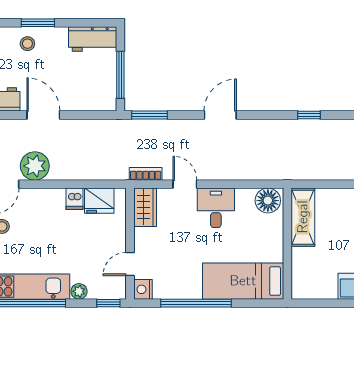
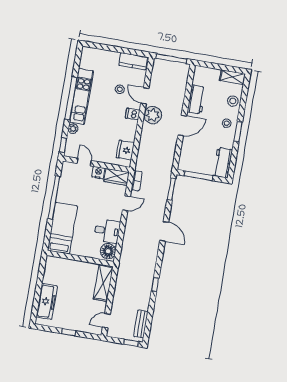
dishwasher: (75, 199) -> (133, 114), moved
desk: (216, 208) -> (107, 231), moved
shelving: (303, 217) -> (103, 283), moved, turned 90
nightstand: (143, 289) -> (98, 172), moved

